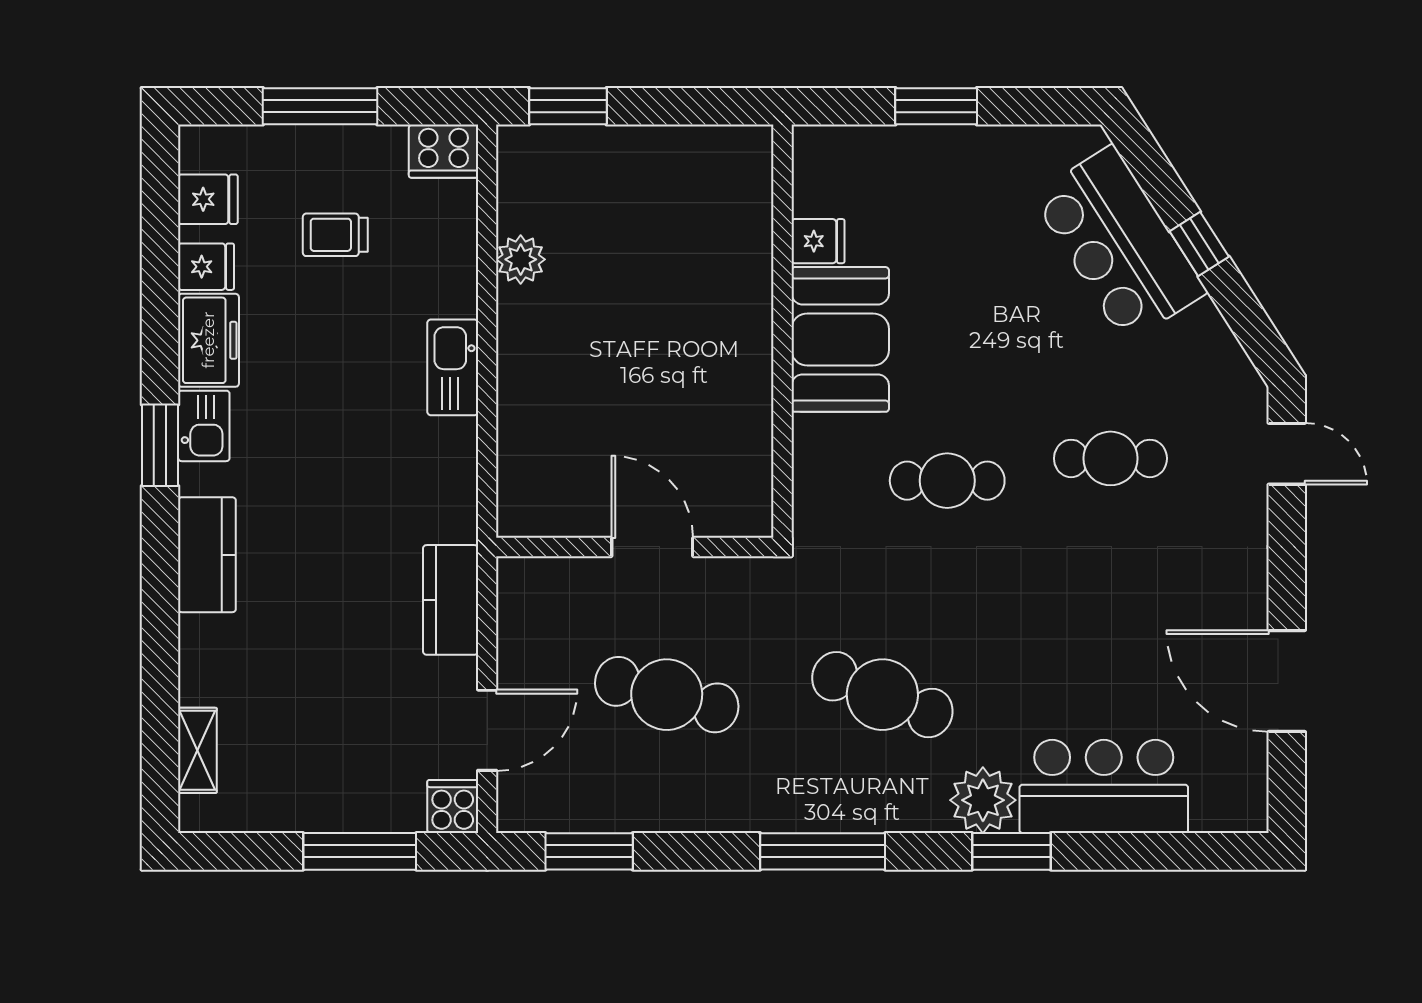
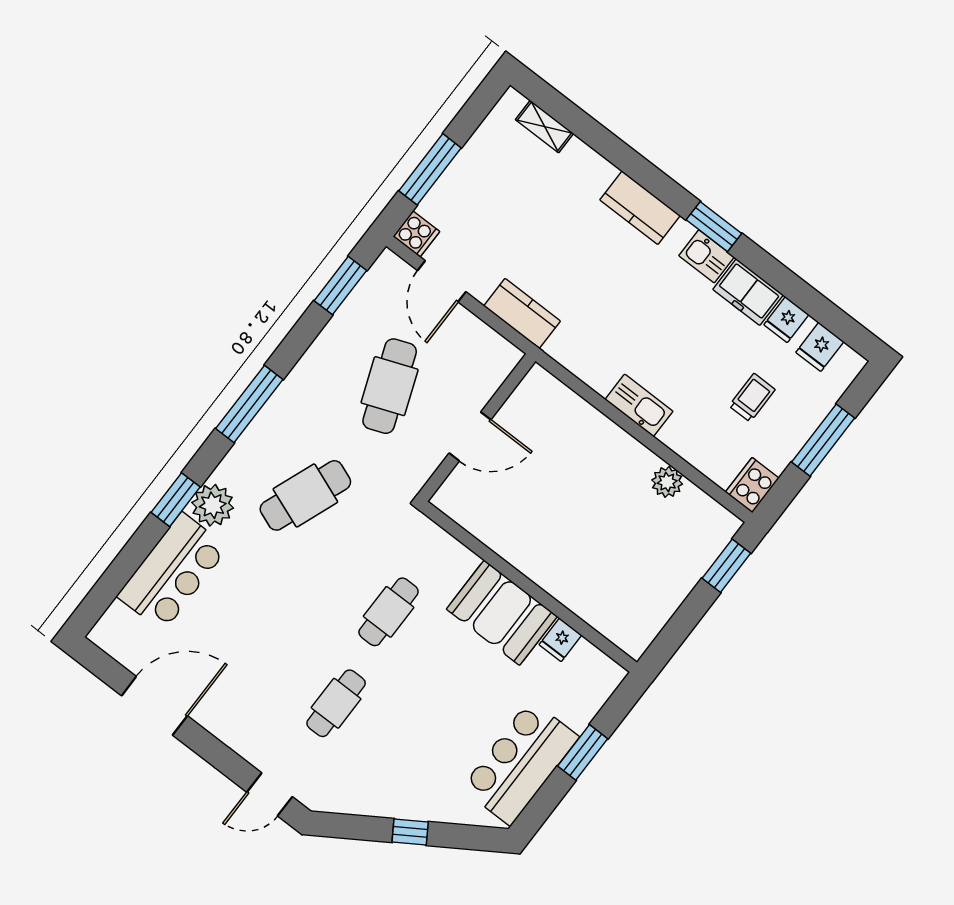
bar counter: (1119, 244) -> (520, 763), moved, turned -57
cafe table: (667, 695) -> (390, 386), turned -36

